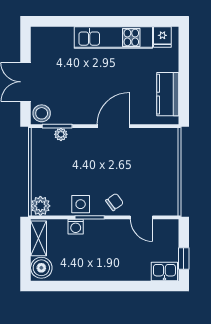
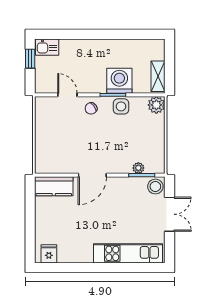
kitchen unit: (113, 37) -> (128, 253), moved
kitchen counter: (168, 94) -> (54, 186), moved, turned 90
washing machine: (76, 227) -> (119, 81), width x1.89, depth x1.89
boiler: (41, 268) -> (156, 50), removed

